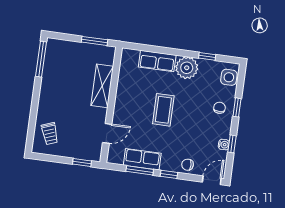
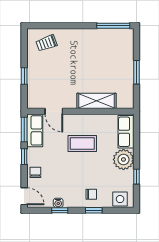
shelving: (102, 86) -> (96, 101), moved
wall: (111, 105) -> (80, 111), moved
door: (107, 133) -> (54, 111), moved

